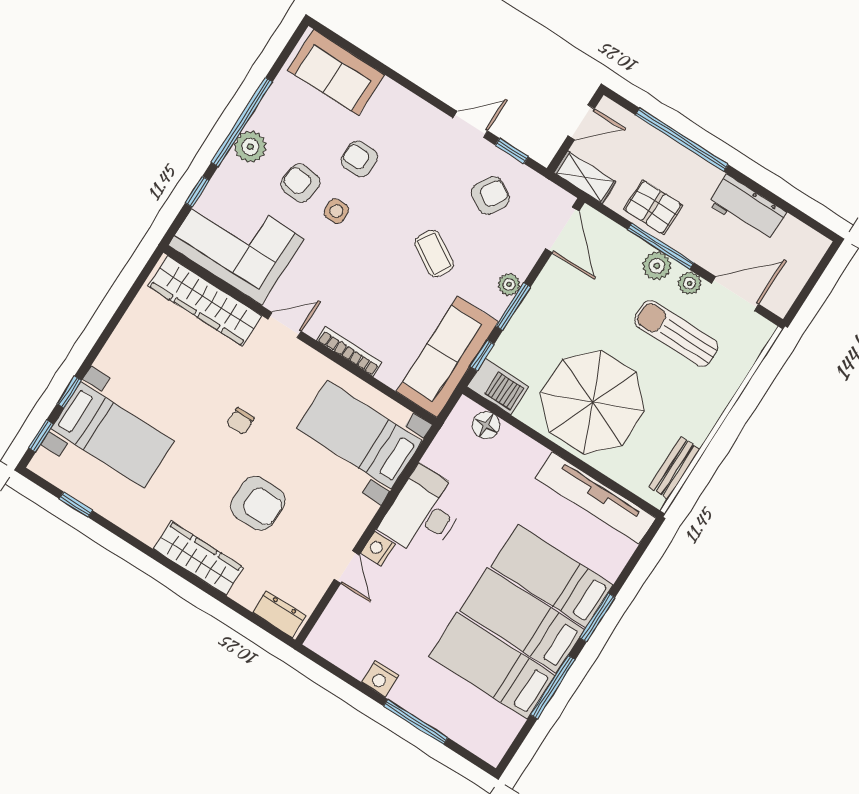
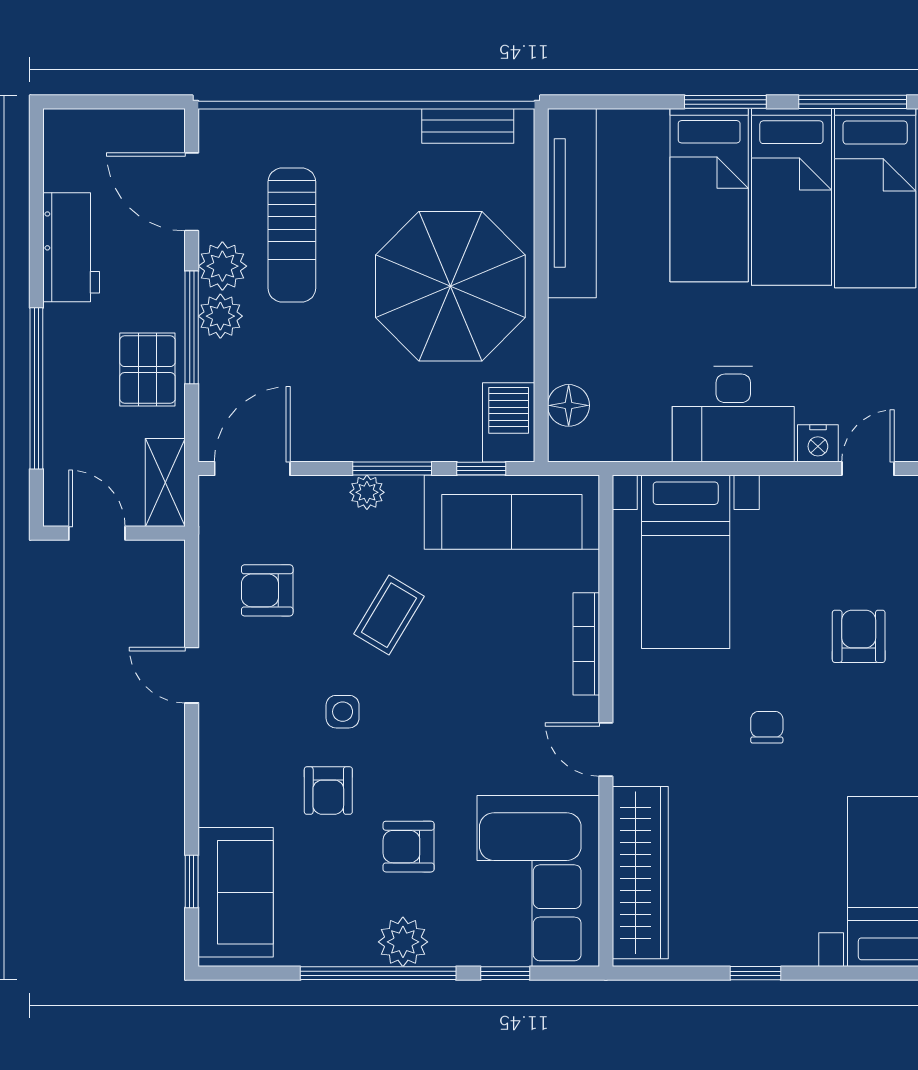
window: (512, 151) -> (192, 881), moved
armchair: (300, 183) -> (409, 847), turned 84
armchair: (490, 195) -> (267, 590), turned -30
side table: (336, 211) -> (343, 712), moved
plant: (689, 283) -> (222, 266), width x1.38, depth x1.38
window: (69, 392) -> (755, 973), moved
chair: (240, 421) -> (767, 727), turned -90
armchair: (258, 503) -> (859, 636), width x0.72, depth x0.72

